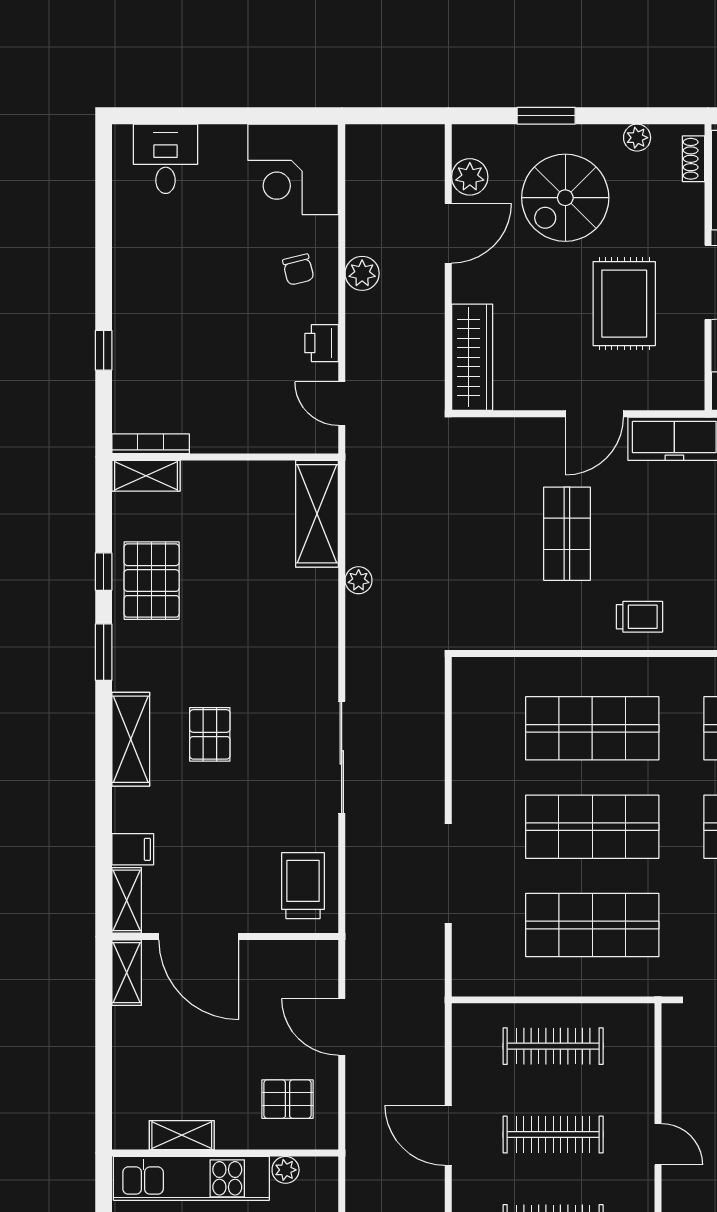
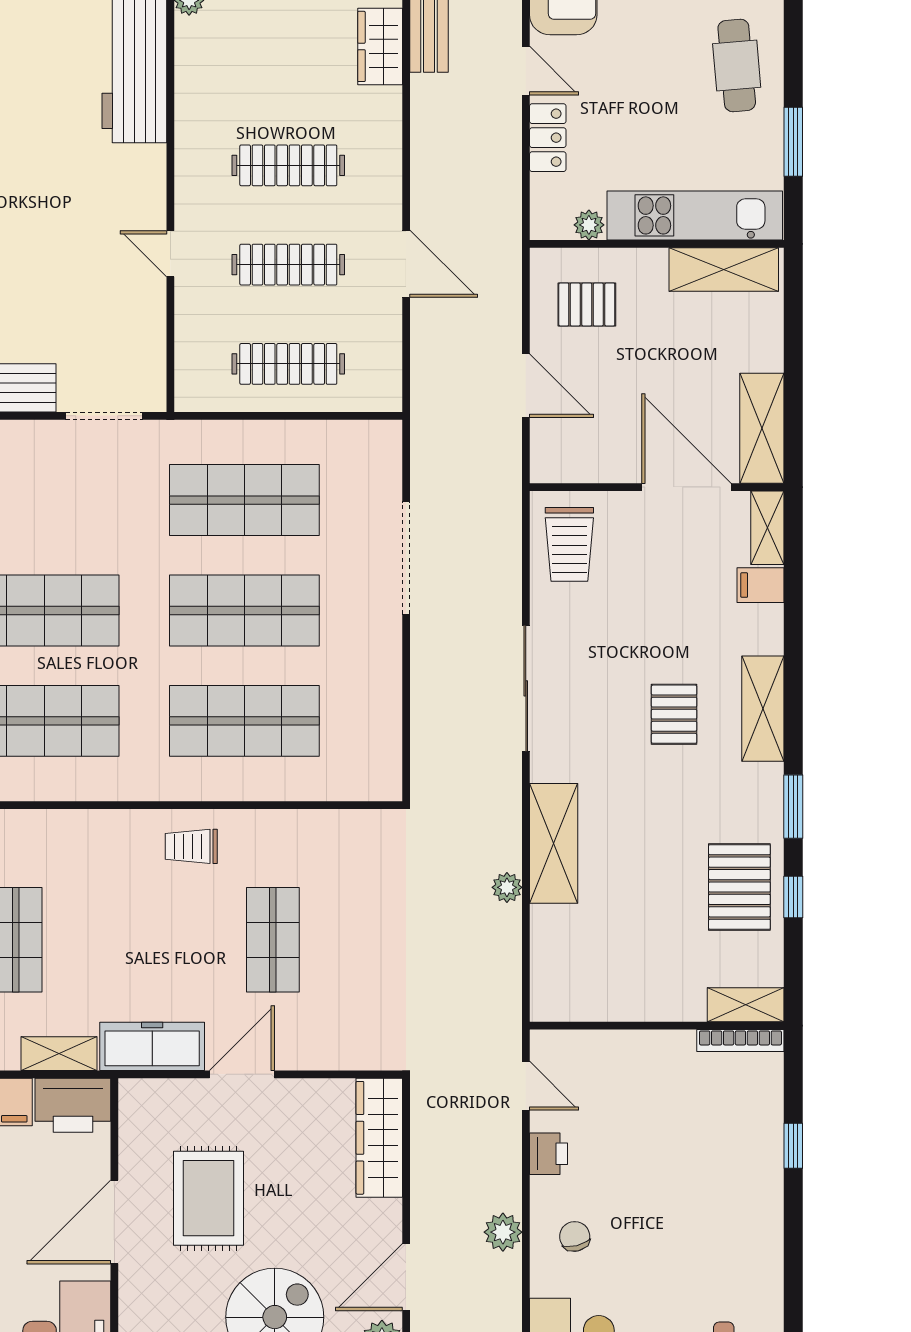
shelving: (317, 514) -> (554, 843), moved
shelving: (127, 973) -> (762, 428), width x1.50, depth x1.33
shelving: (182, 1135) -> (724, 269), width x1.50, depth x1.33

